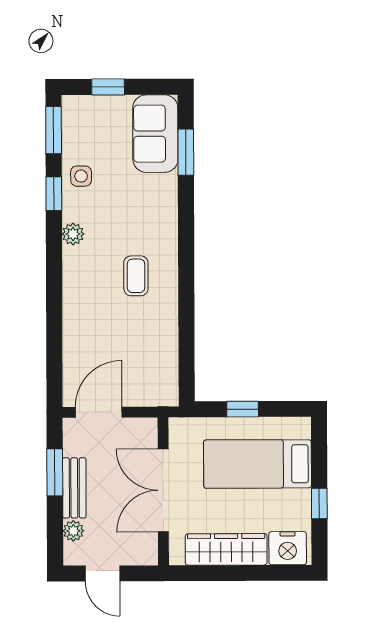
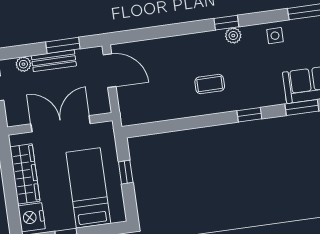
window: (54, 194) -> (226, 23), moved
window: (186, 227) -> (249, 115), added

